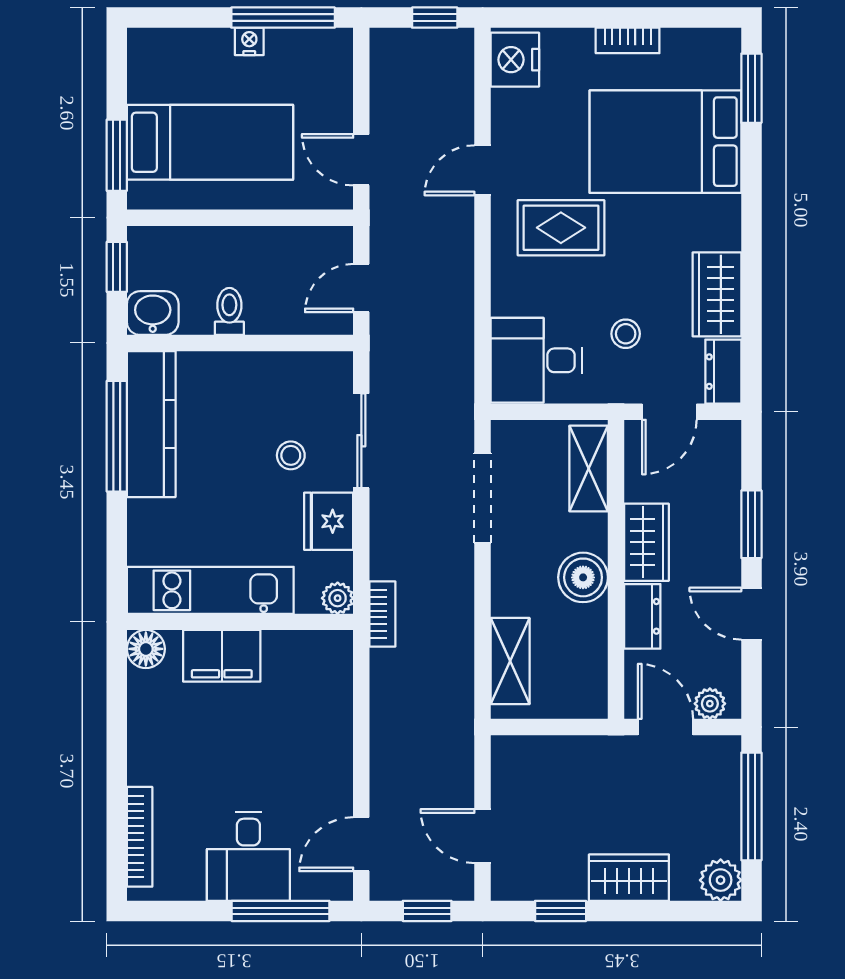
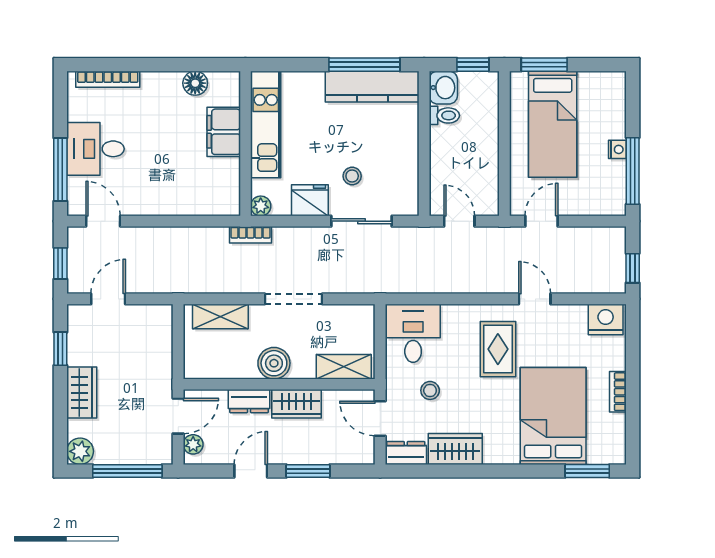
toilet: (229, 311) -> (444, 115), moved
doorway: (483, 498) -> (294, 299), moved
floor lamp: (146, 649) -> (195, 83), moved

